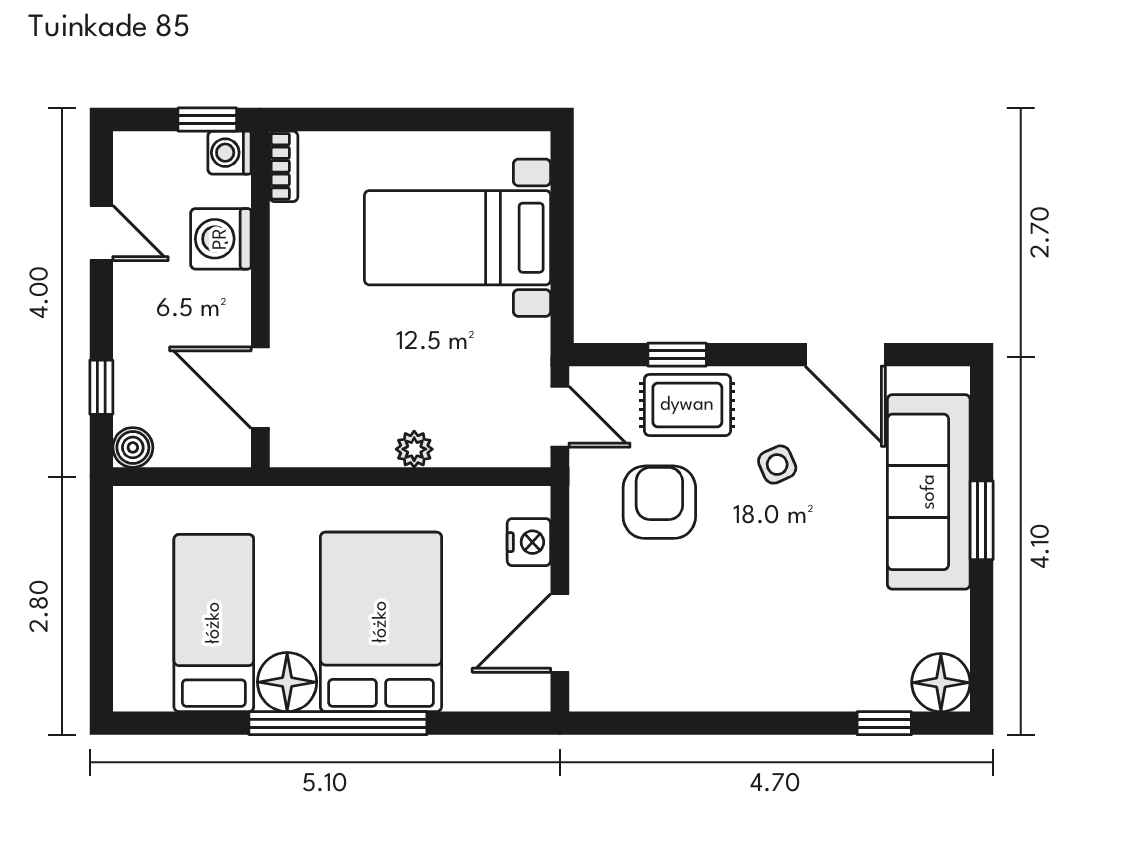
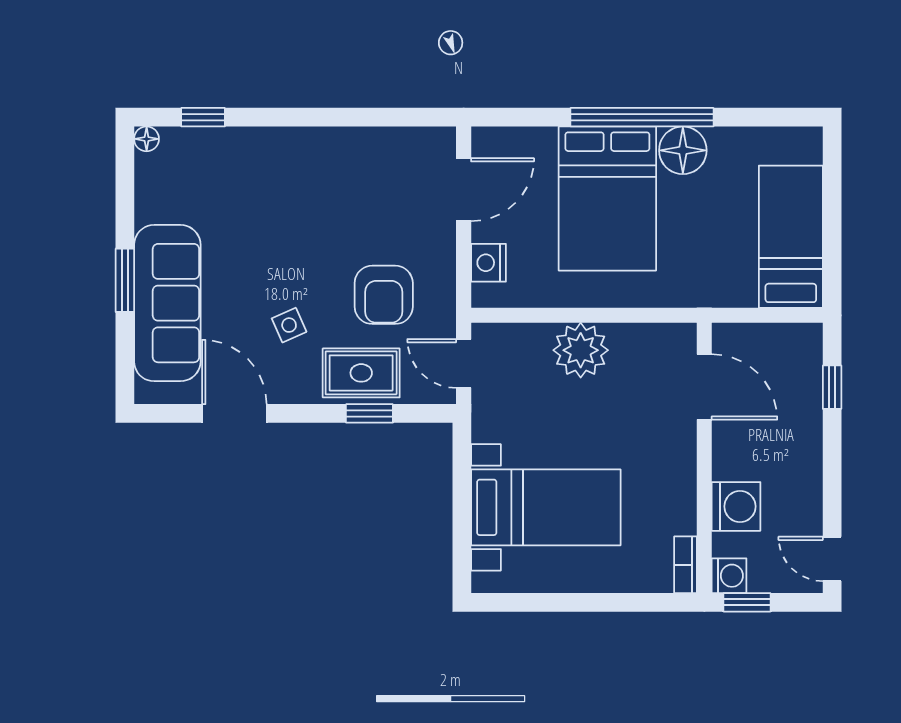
door: (101, 233) -> (832, 559), moved
boiler: (133, 447) -> (807, 339), removed
plant: (414, 449) -> (581, 350), width x1.88, depth x1.88
bed: (214, 623) -> (791, 237), moved, turned 180
floor lamp: (941, 683) -> (147, 139), width x0.53, depth x0.53

